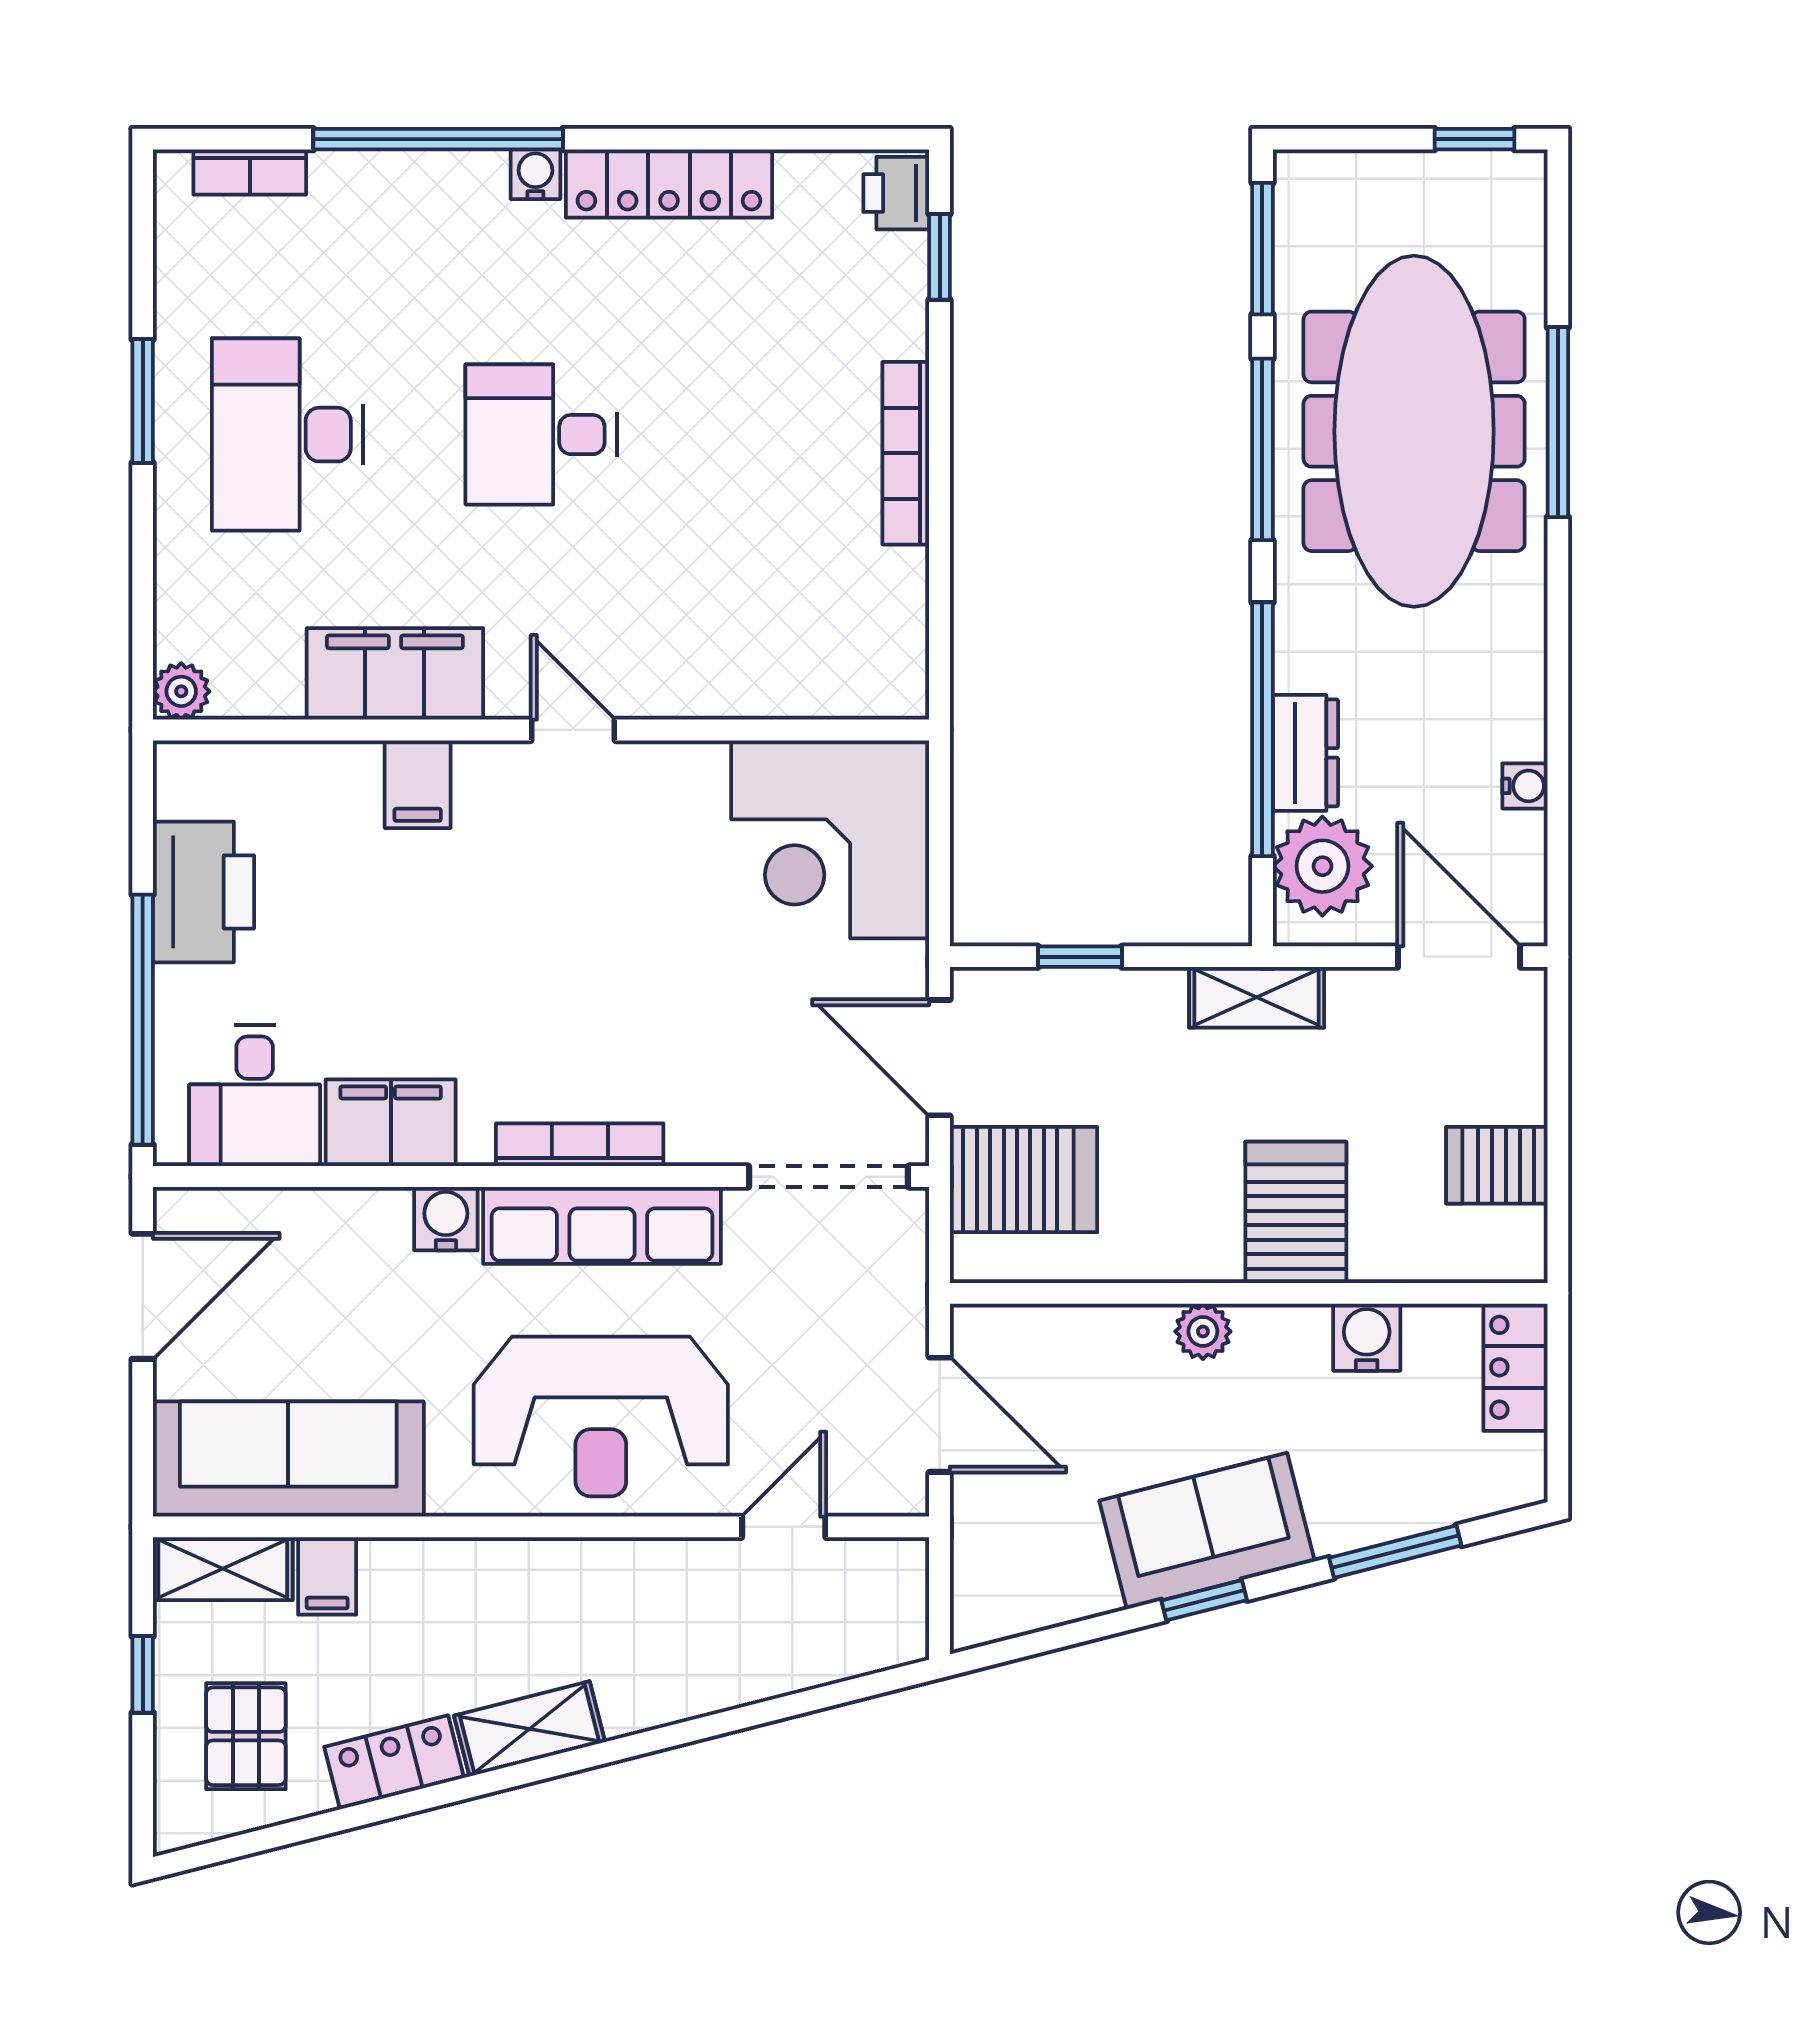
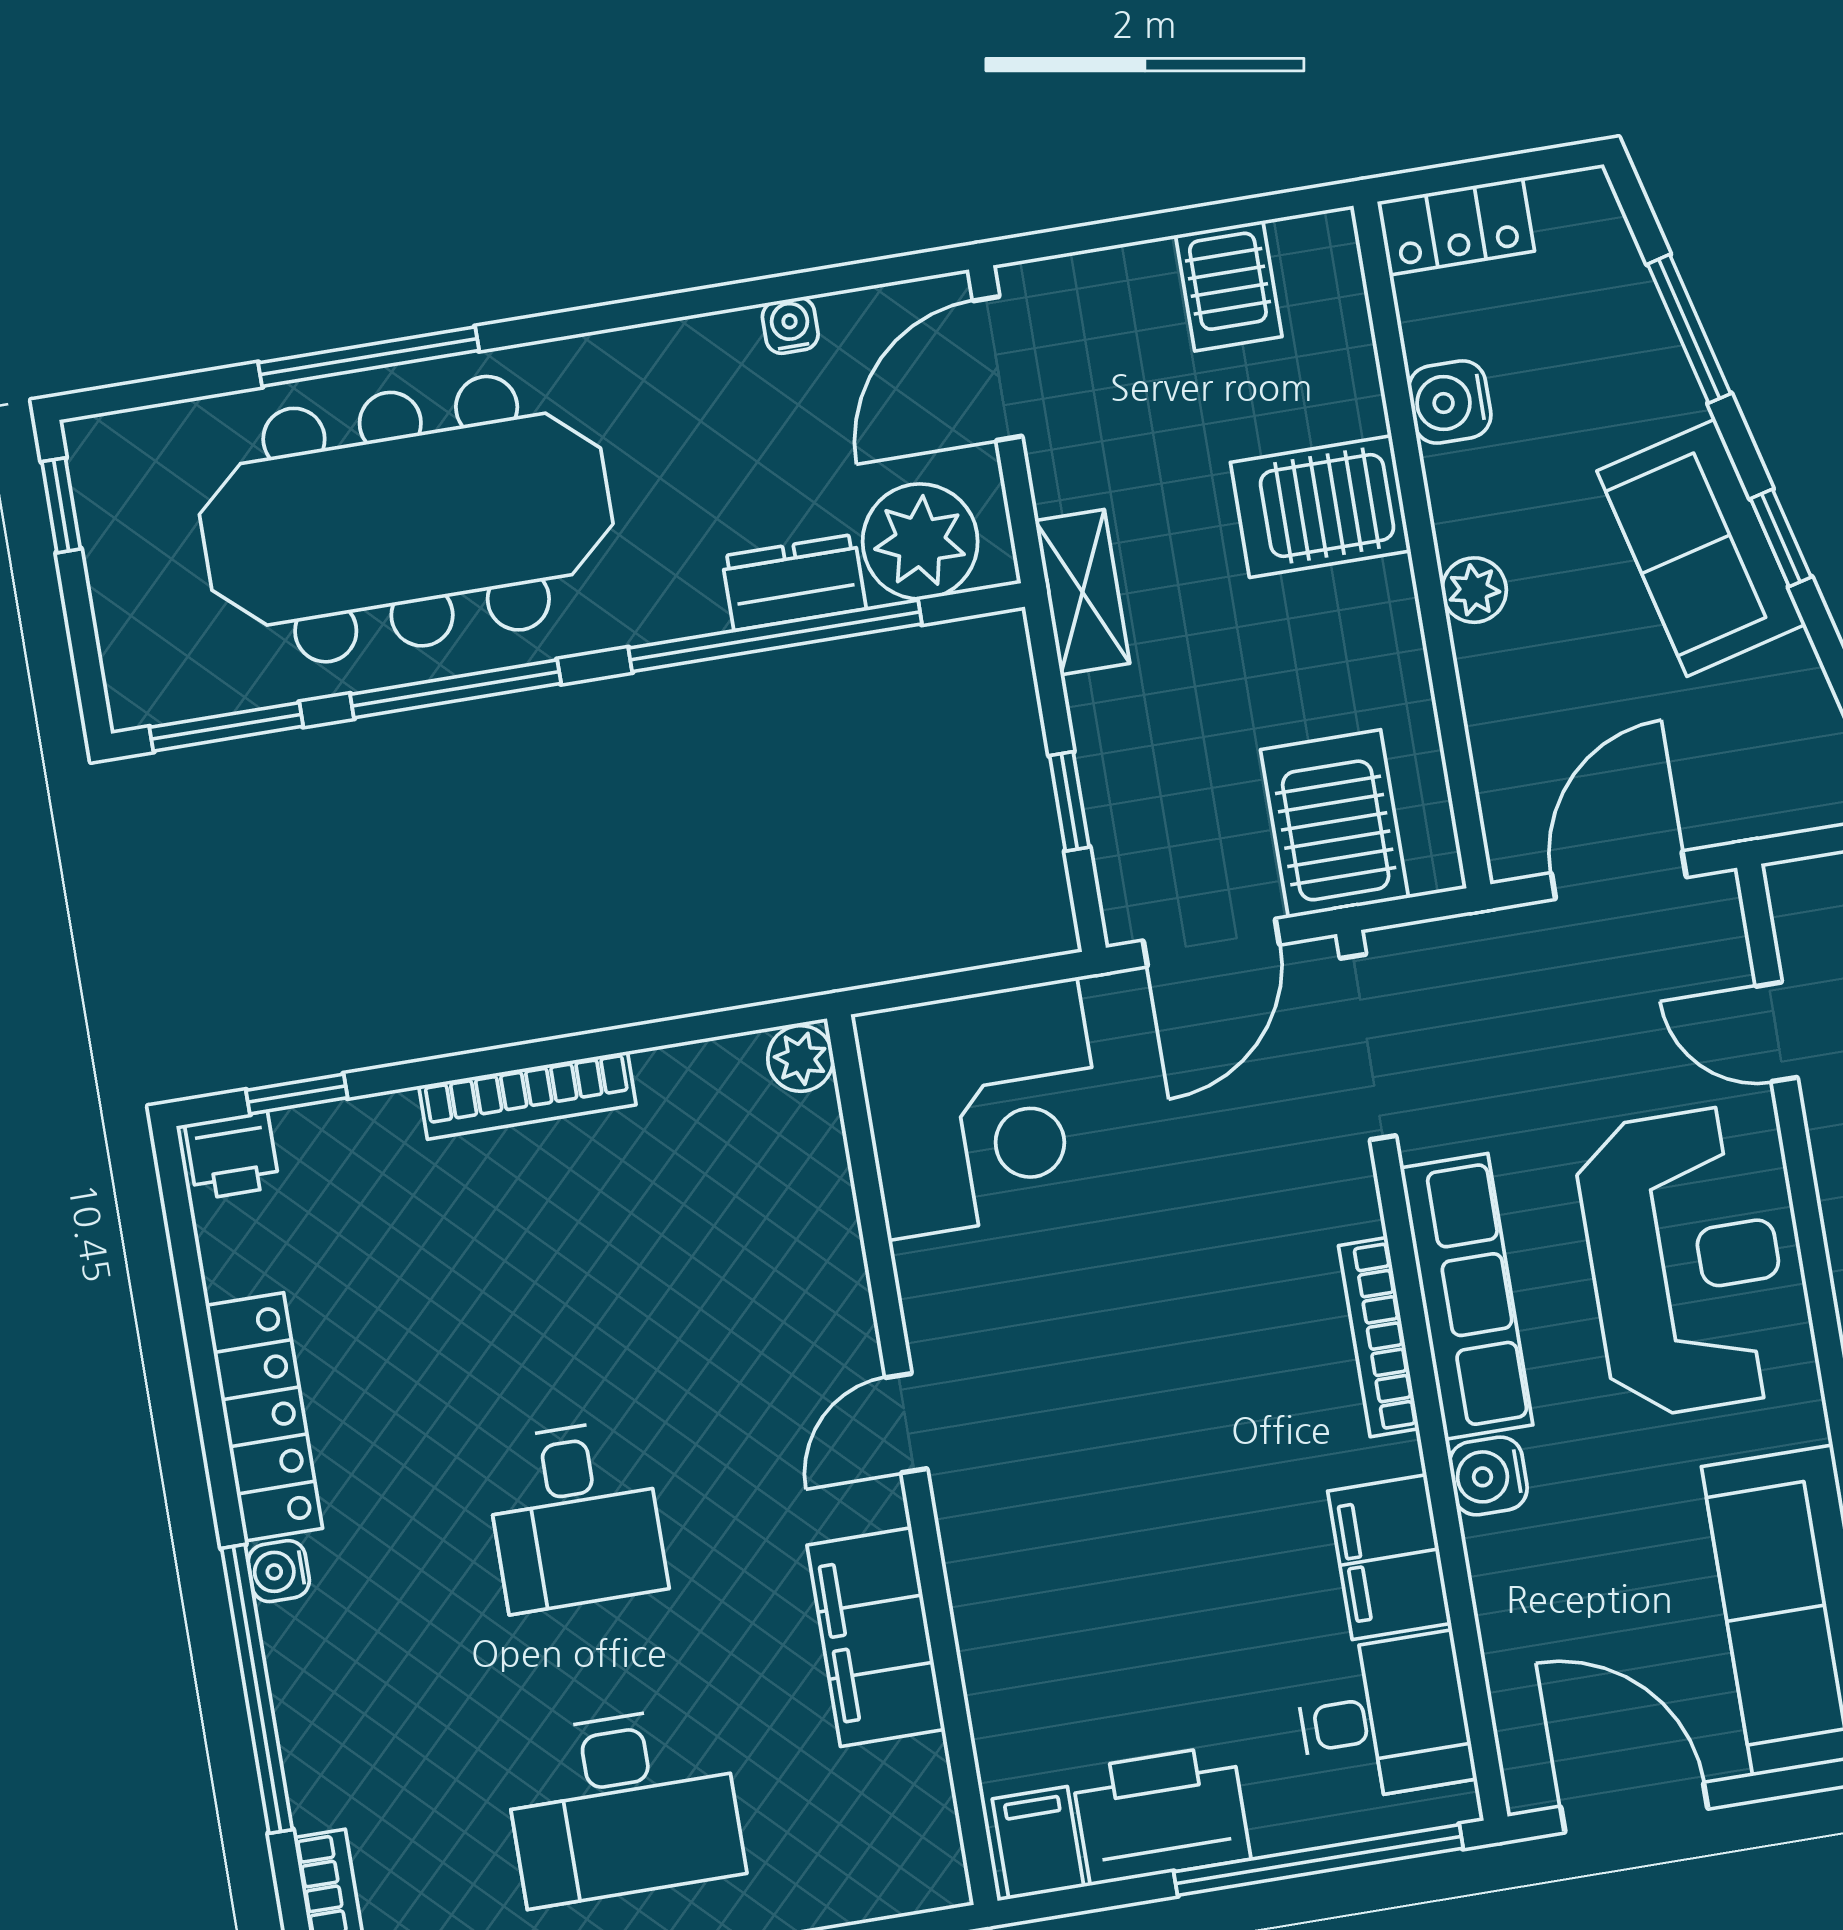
plant: (181, 691) -> (801, 1058), moved
filing cabinet: (418, 784) -> (1038, 1843), moved, turned -90

